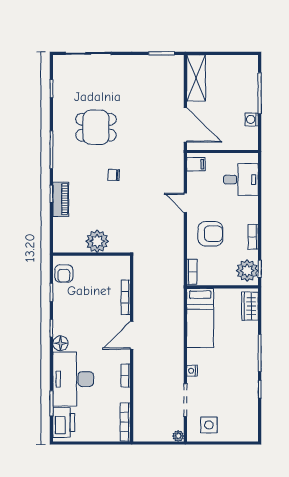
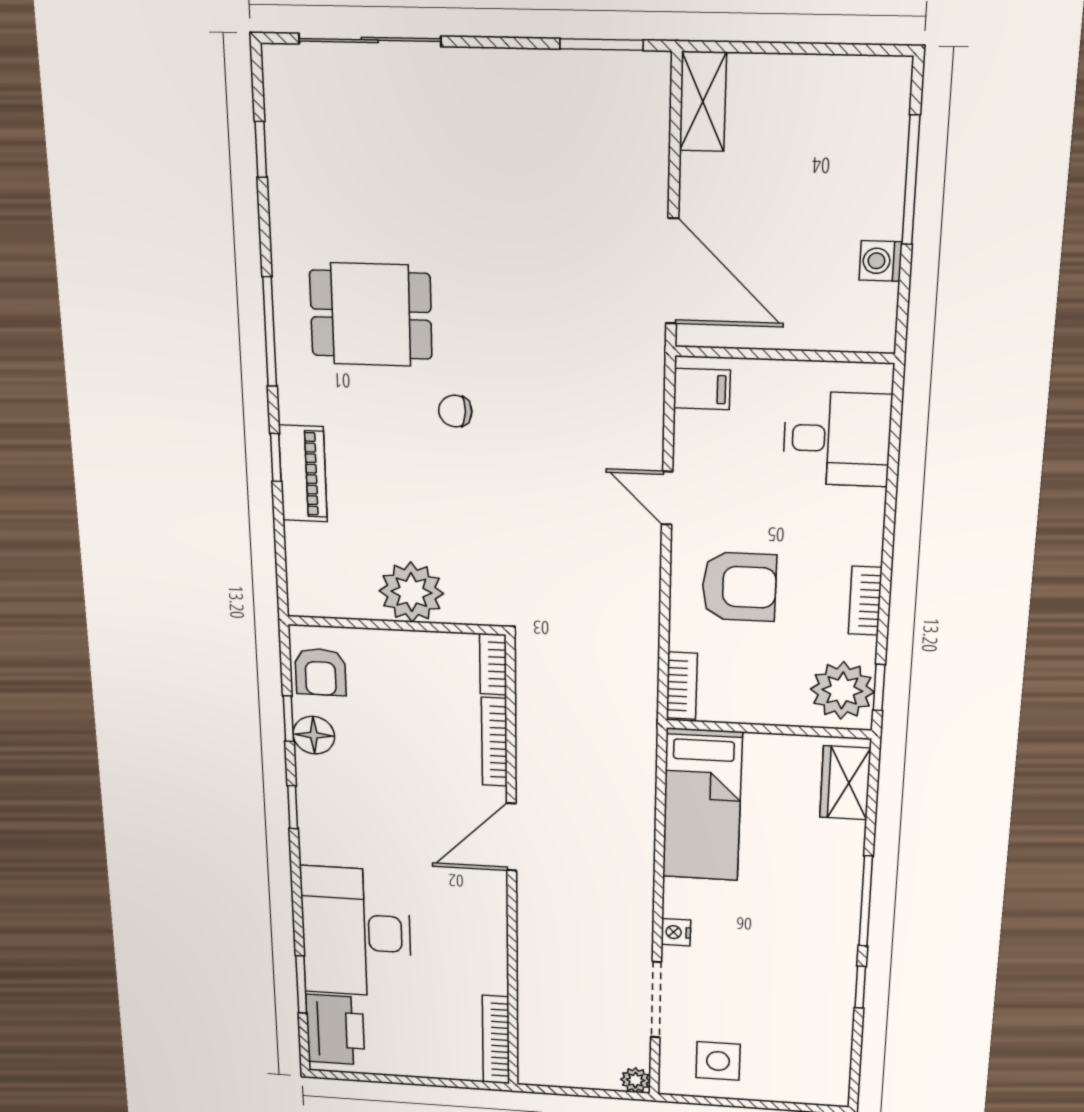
shelving: (196, 78) -> (703, 102), width x0.67, depth x0.75
dining table: (96, 127) -> (371, 315), moved
floor lamp: (60, 343) -> (314, 735), moved
bookcase: (126, 376) -> (493, 664), moved

